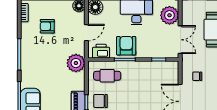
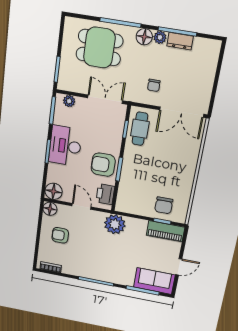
plant: (169, 15) -> (69, 101), width x0.53, depth x0.53
armchair: (47, 26) -> (60, 235), moved, turned 90
cafe table: (107, 76) -> (140, 129), moved

